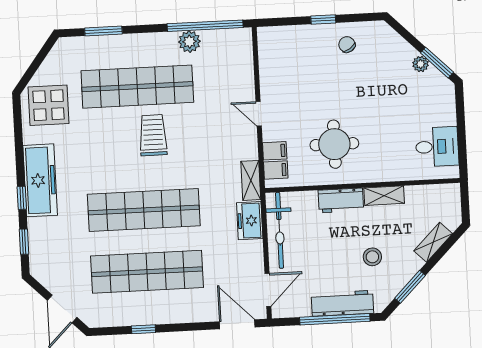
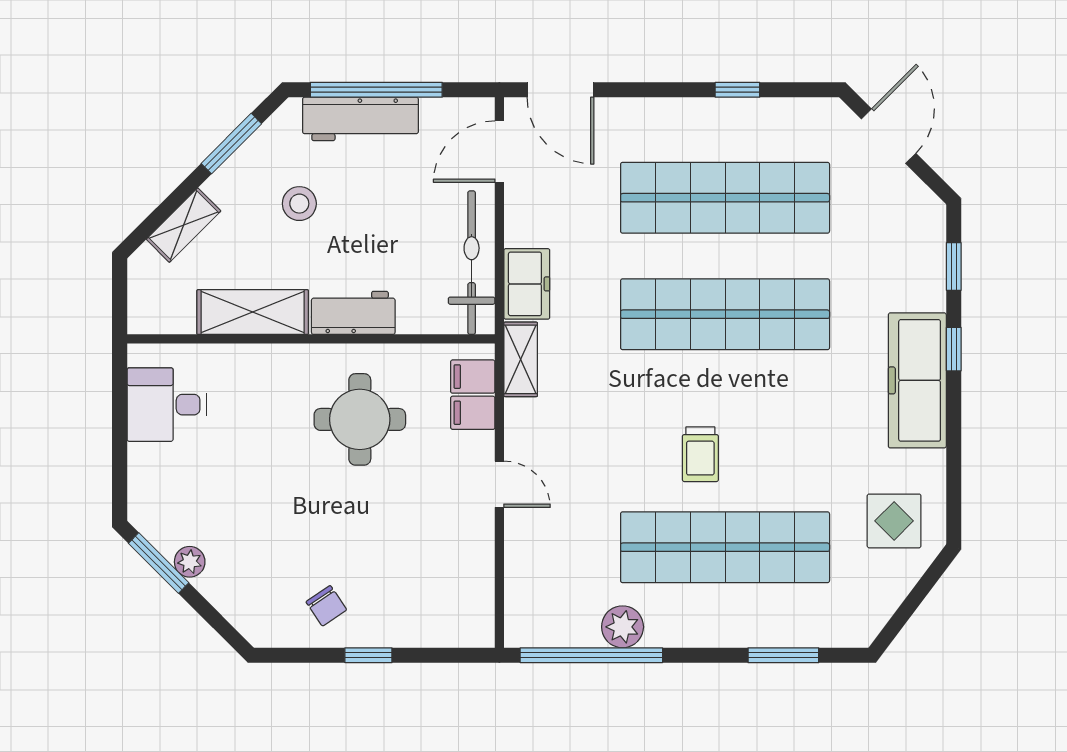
display table: (49, 105) -> (894, 521), width x0.73, depth x0.73
trolley: (153, 135) -> (700, 454), width x0.73, depth x0.72
shelving: (384, 196) -> (253, 312), width x1.50, depth x1.33

